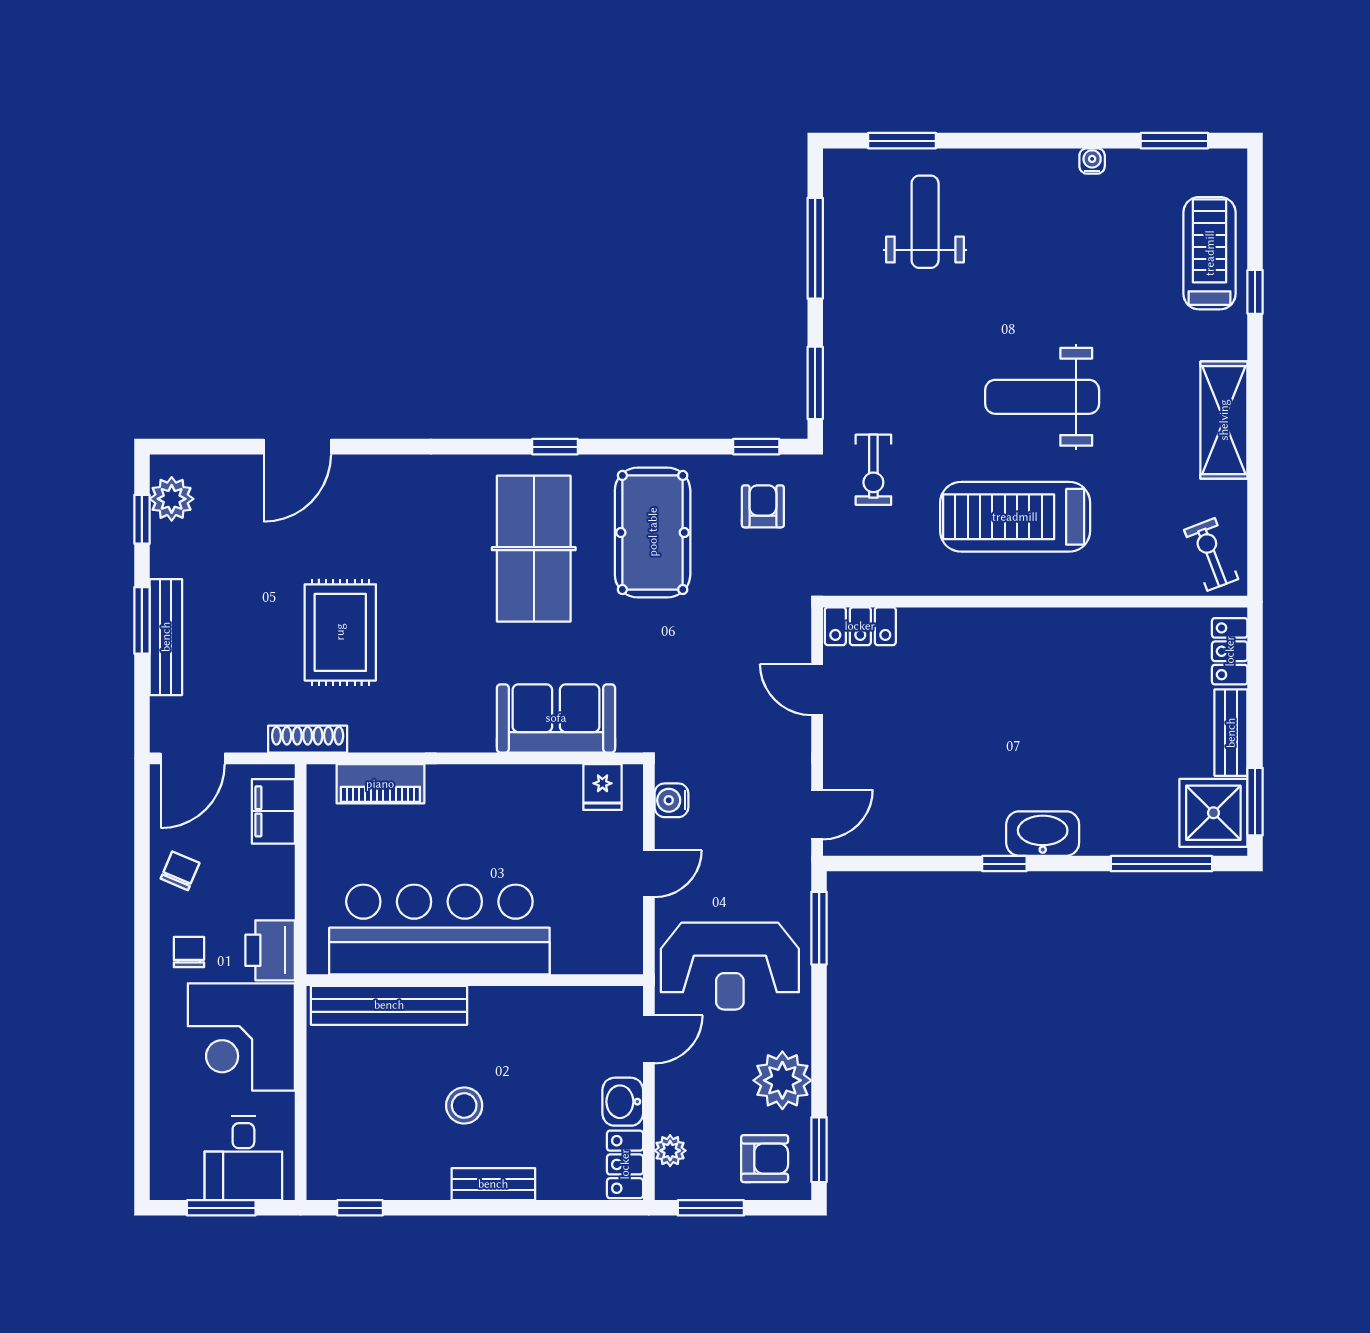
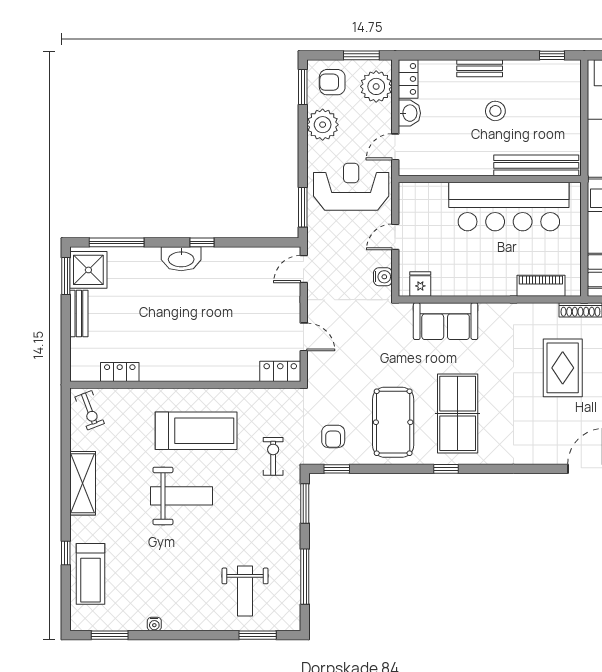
locker: (1230, 651) -> (120, 372), moved, turned -90
plant: (670, 1151) -> (376, 86), width x1.87, depth x1.87

